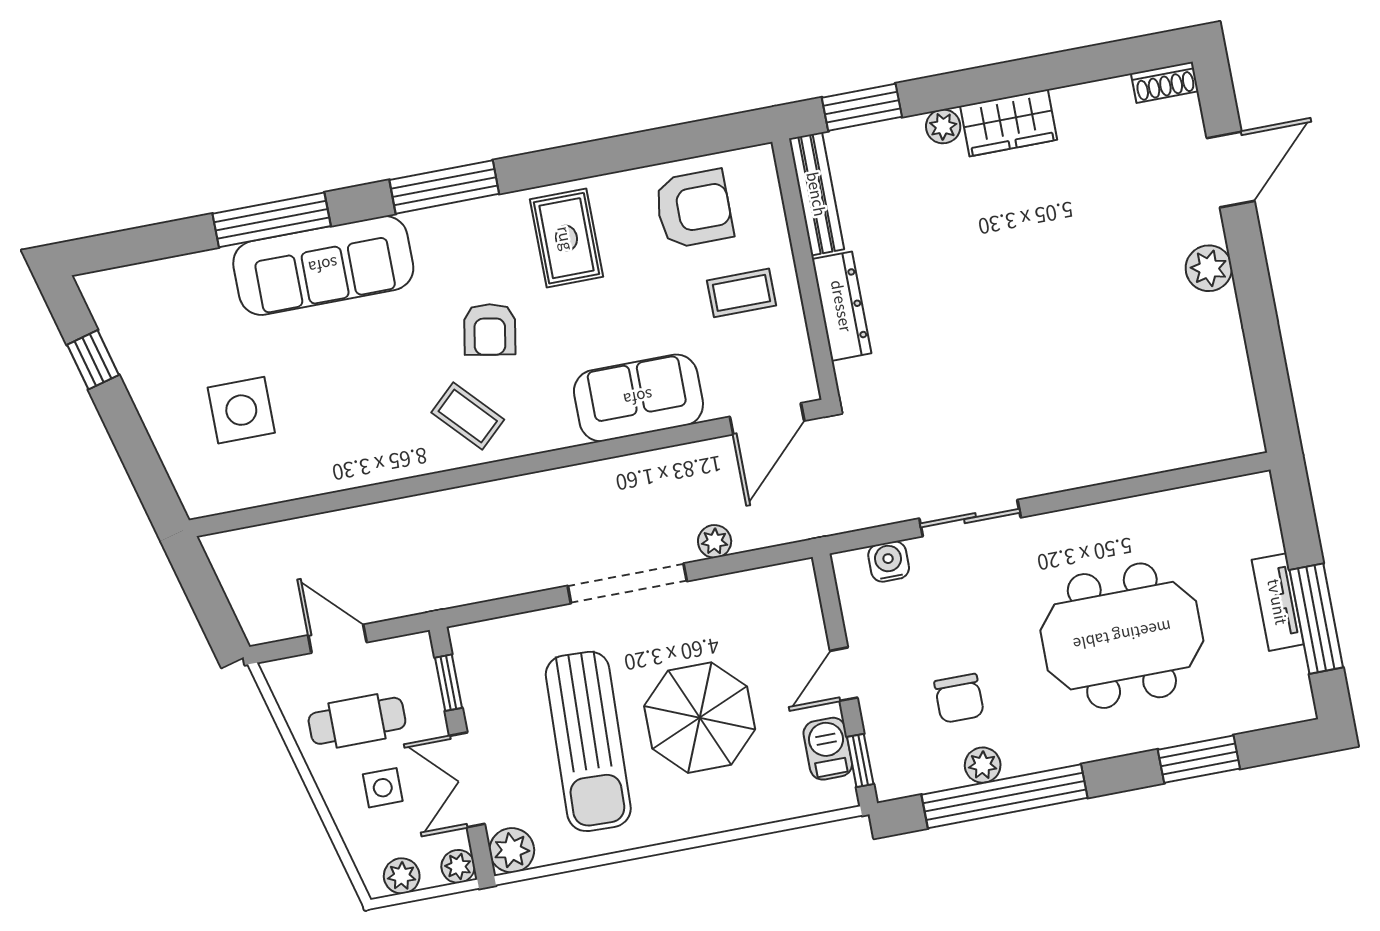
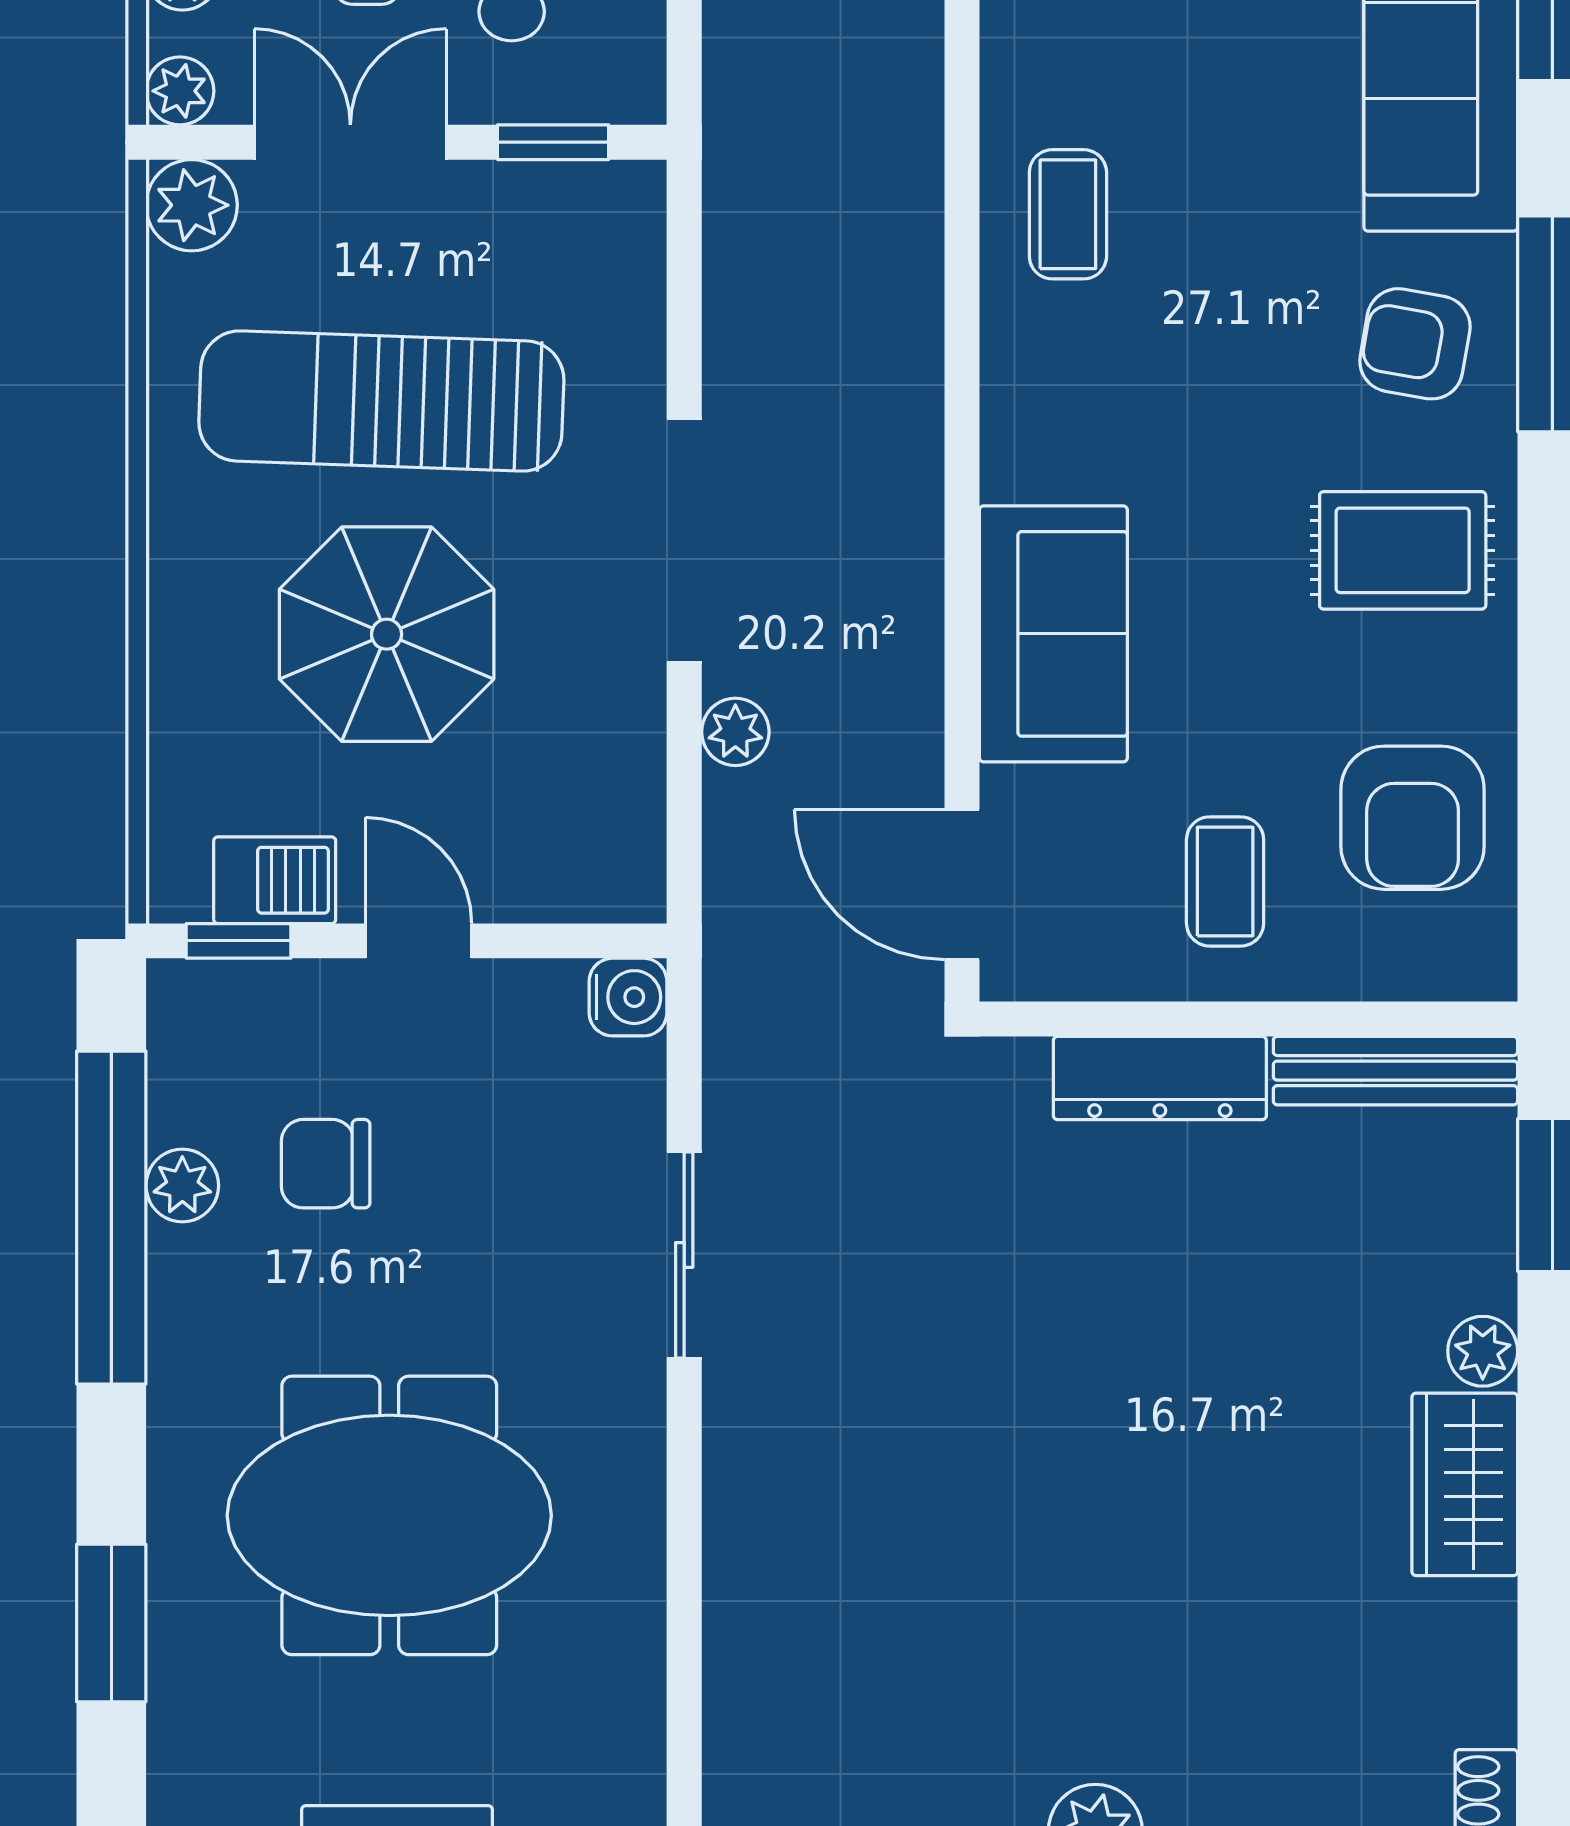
armchair: (490, 330) -> (1415, 344), moved
coffee table: (468, 416) -> (1068, 214), moved, turned -47
water cooler: (889, 562) -> (628, 997), moved
meeting table: (1122, 636) -> (389, 1515), turned 90

